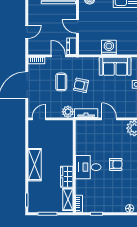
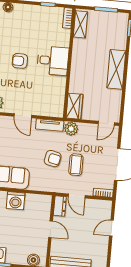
wardrobe: (67, 177) -> (74, 106), moved

